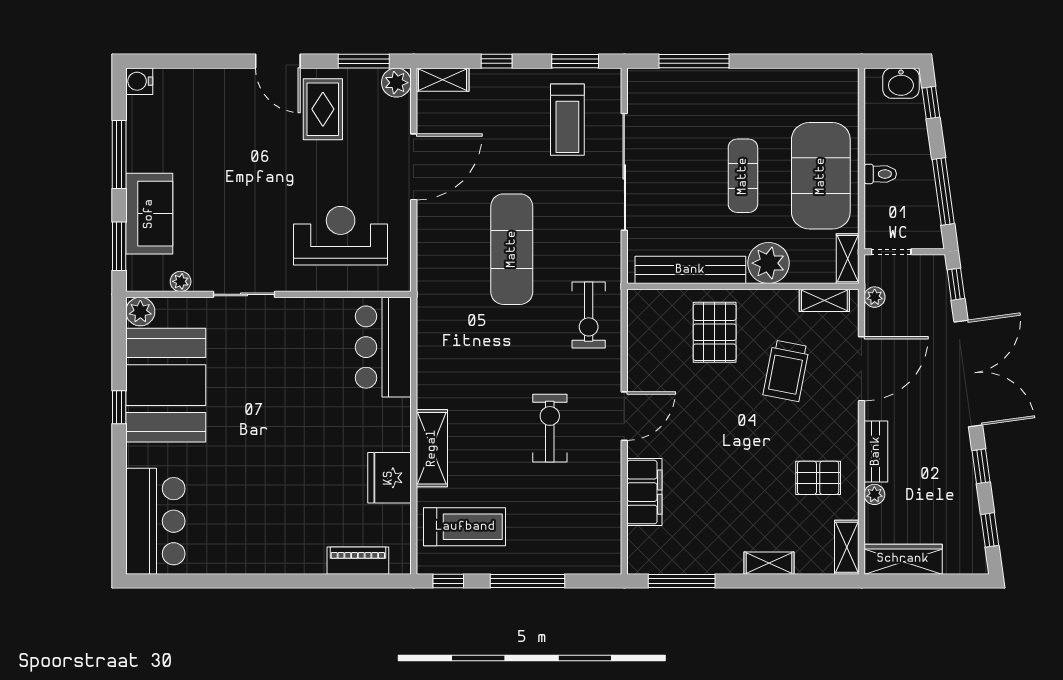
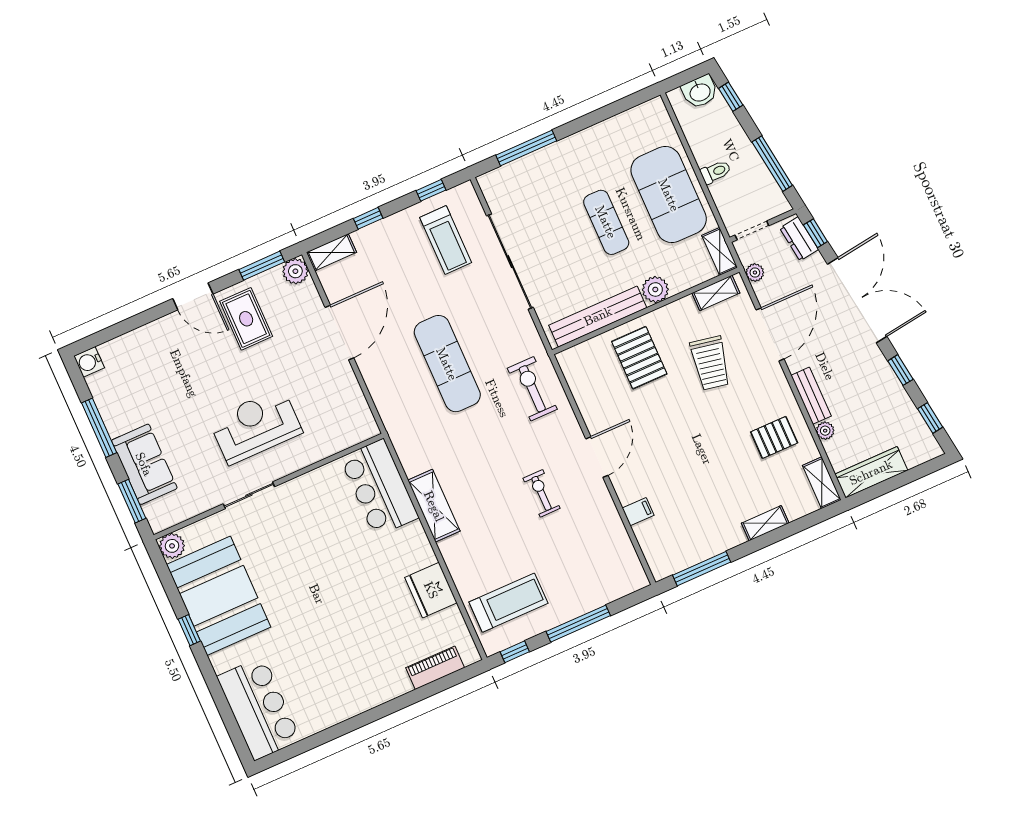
window: (575, 61) -> (431, 190), width x0.67
reception desk: (341, 236) -> (256, 426), moved
plant: (768, 263) -> (655, 289), width x0.73, depth x0.73
plant: (181, 281) -> (194, 507), removed
dresser: (936, 282) -> (799, 239), added
exercise bike: (589, 315) -> (532, 389), turned 180
exercise bike: (550, 428) -> (542, 493), width x0.73, depth x0.72
shelving: (432, 448) -> (434, 506), moved
filing cabinet: (644, 492) -> (638, 512), width x0.33, depth x0.86

